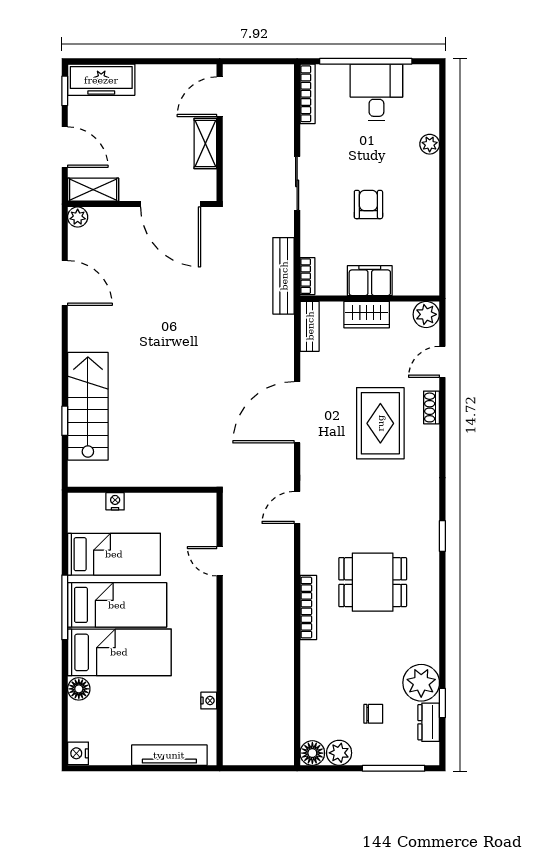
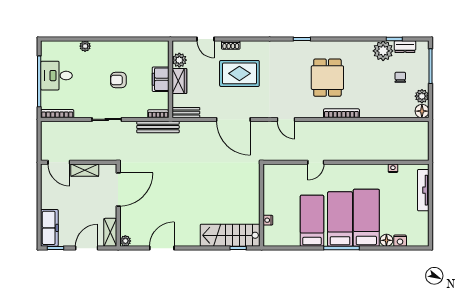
plant: (426, 314) -> (179, 60), moved
wall: (142, 490) -> (262, 205), moved
nightstand: (115, 501) -> (268, 220), moved
nightstand: (78, 753) -> (400, 241), moved

